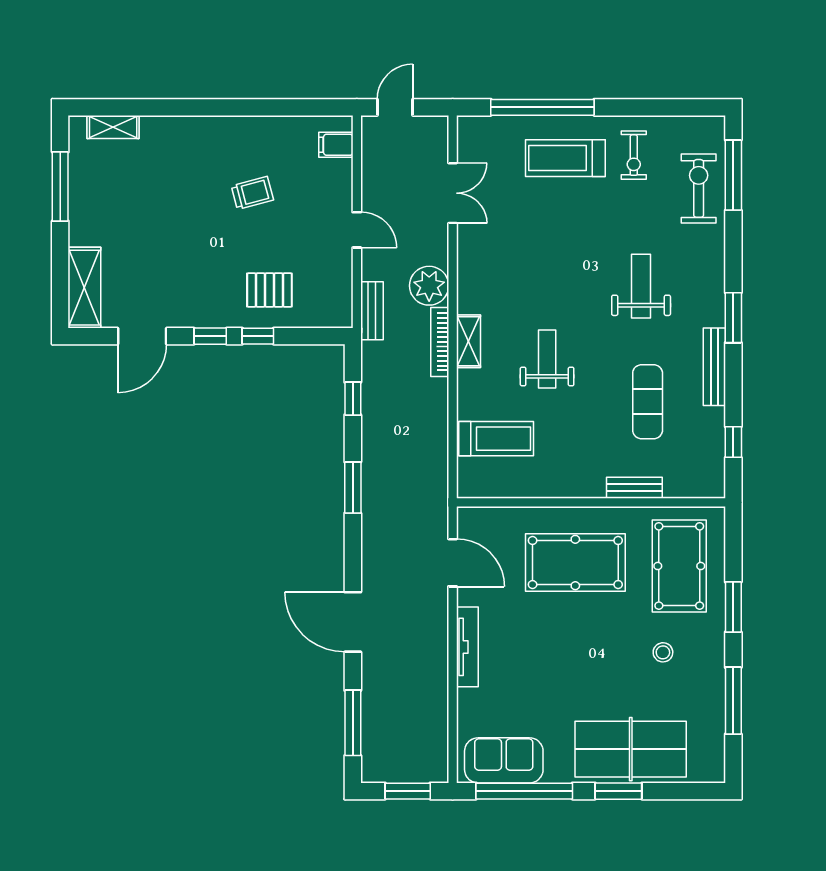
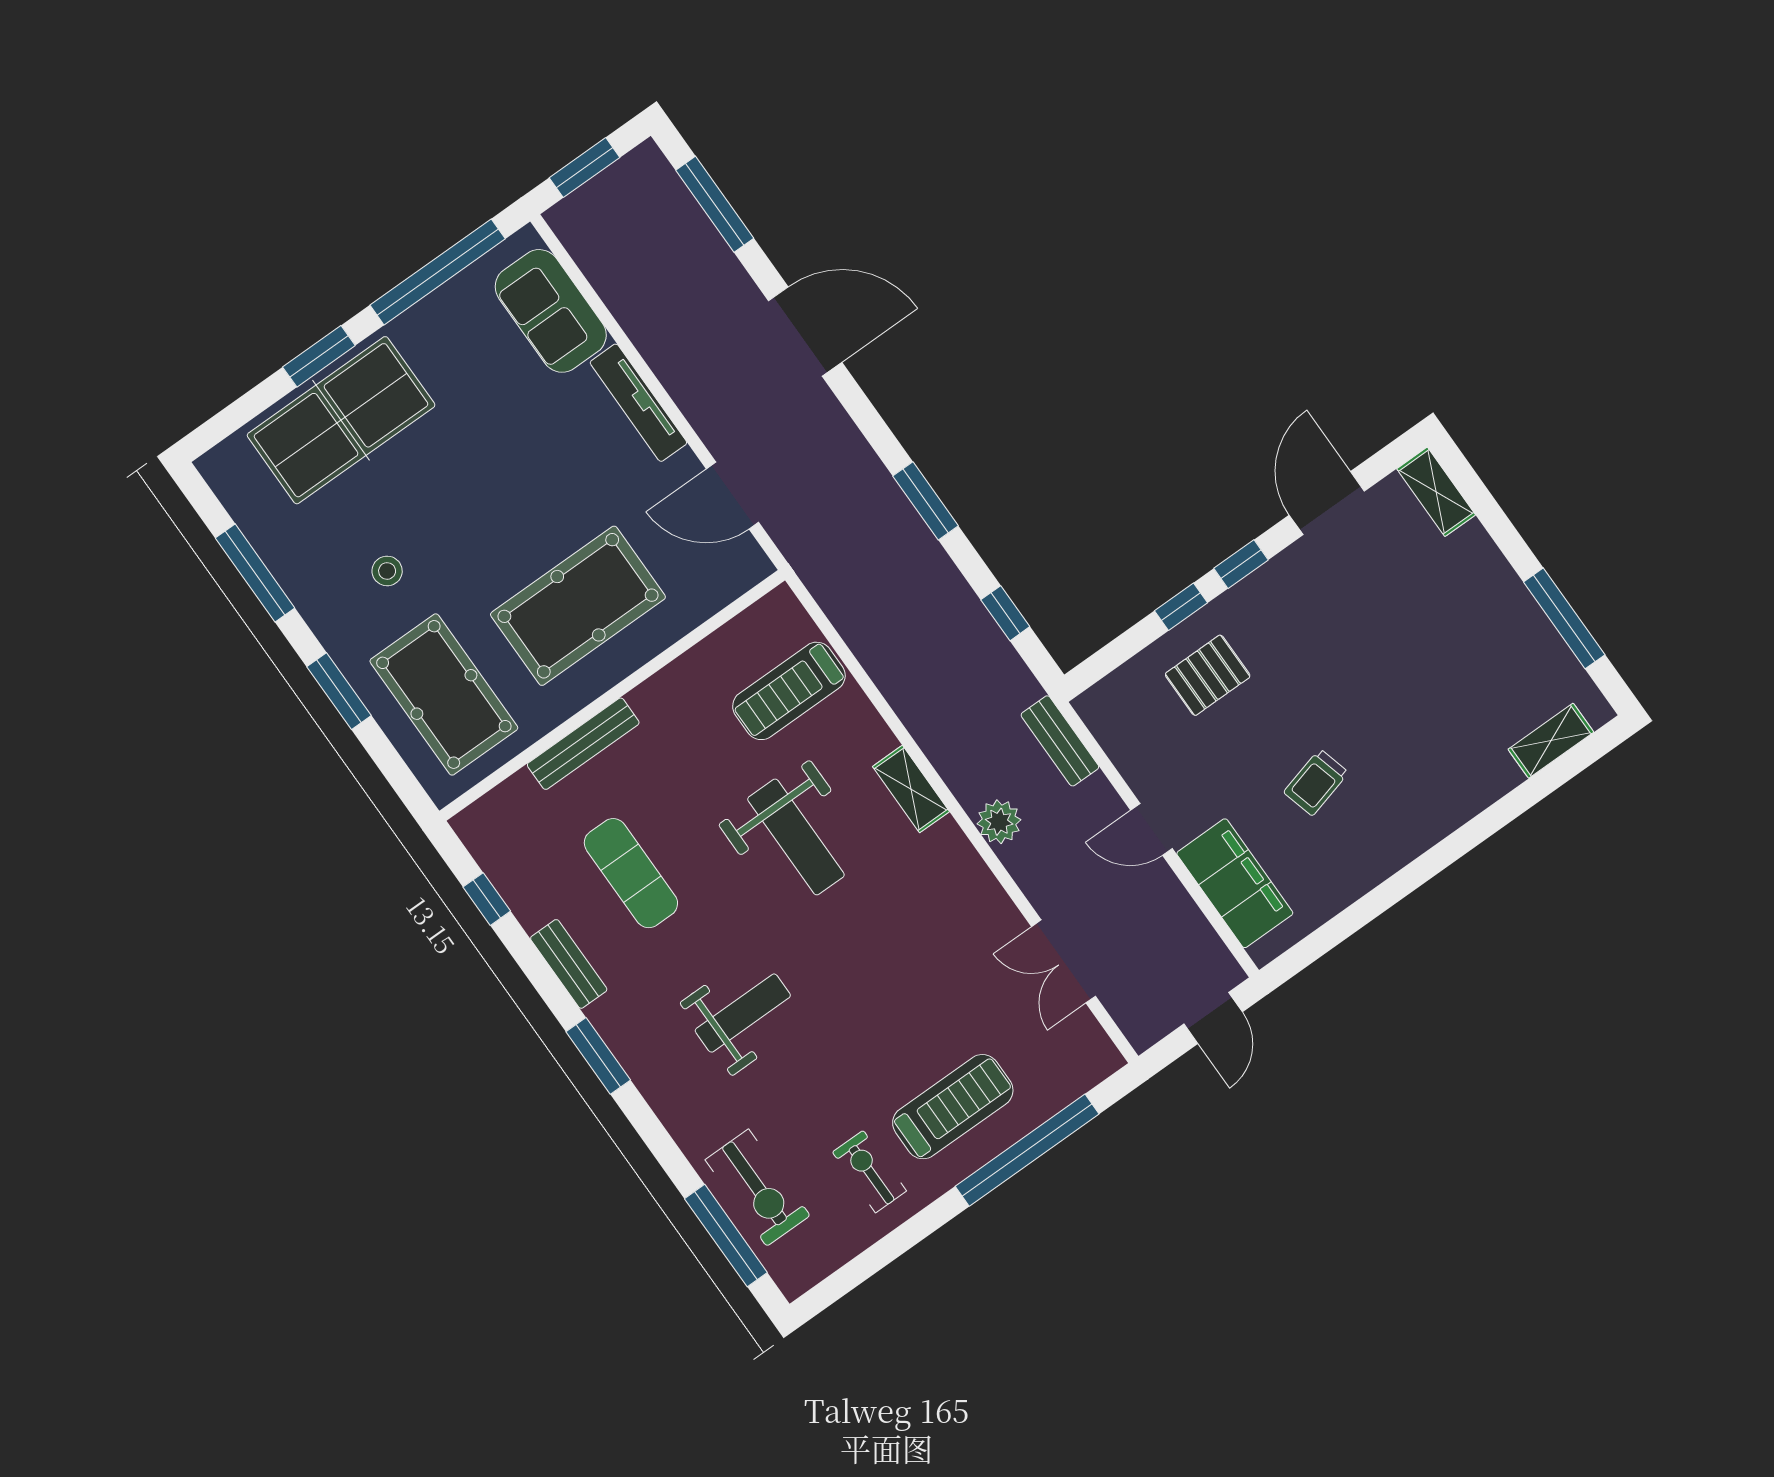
filing cabinet: (336, 145) -> (1235, 883), width x3.00, depth x1.17
plant: (429, 286) -> (999, 822), width x0.73, depth x0.73
weight bench: (641, 286) -> (743, 1013), turned -90
shelving: (84, 288) -> (1436, 492), width x0.67, depth x0.75
bookcase: (440, 342) -> (946, 762), removed
weight bench: (547, 359) -> (796, 837), width x1.36, depth x1.33
bench: (714, 367) -> (569, 964), width x0.73
bench: (634, 488) -> (583, 744), width x1.36
sofa: (504, 760) -> (551, 311), moved, turned 90

